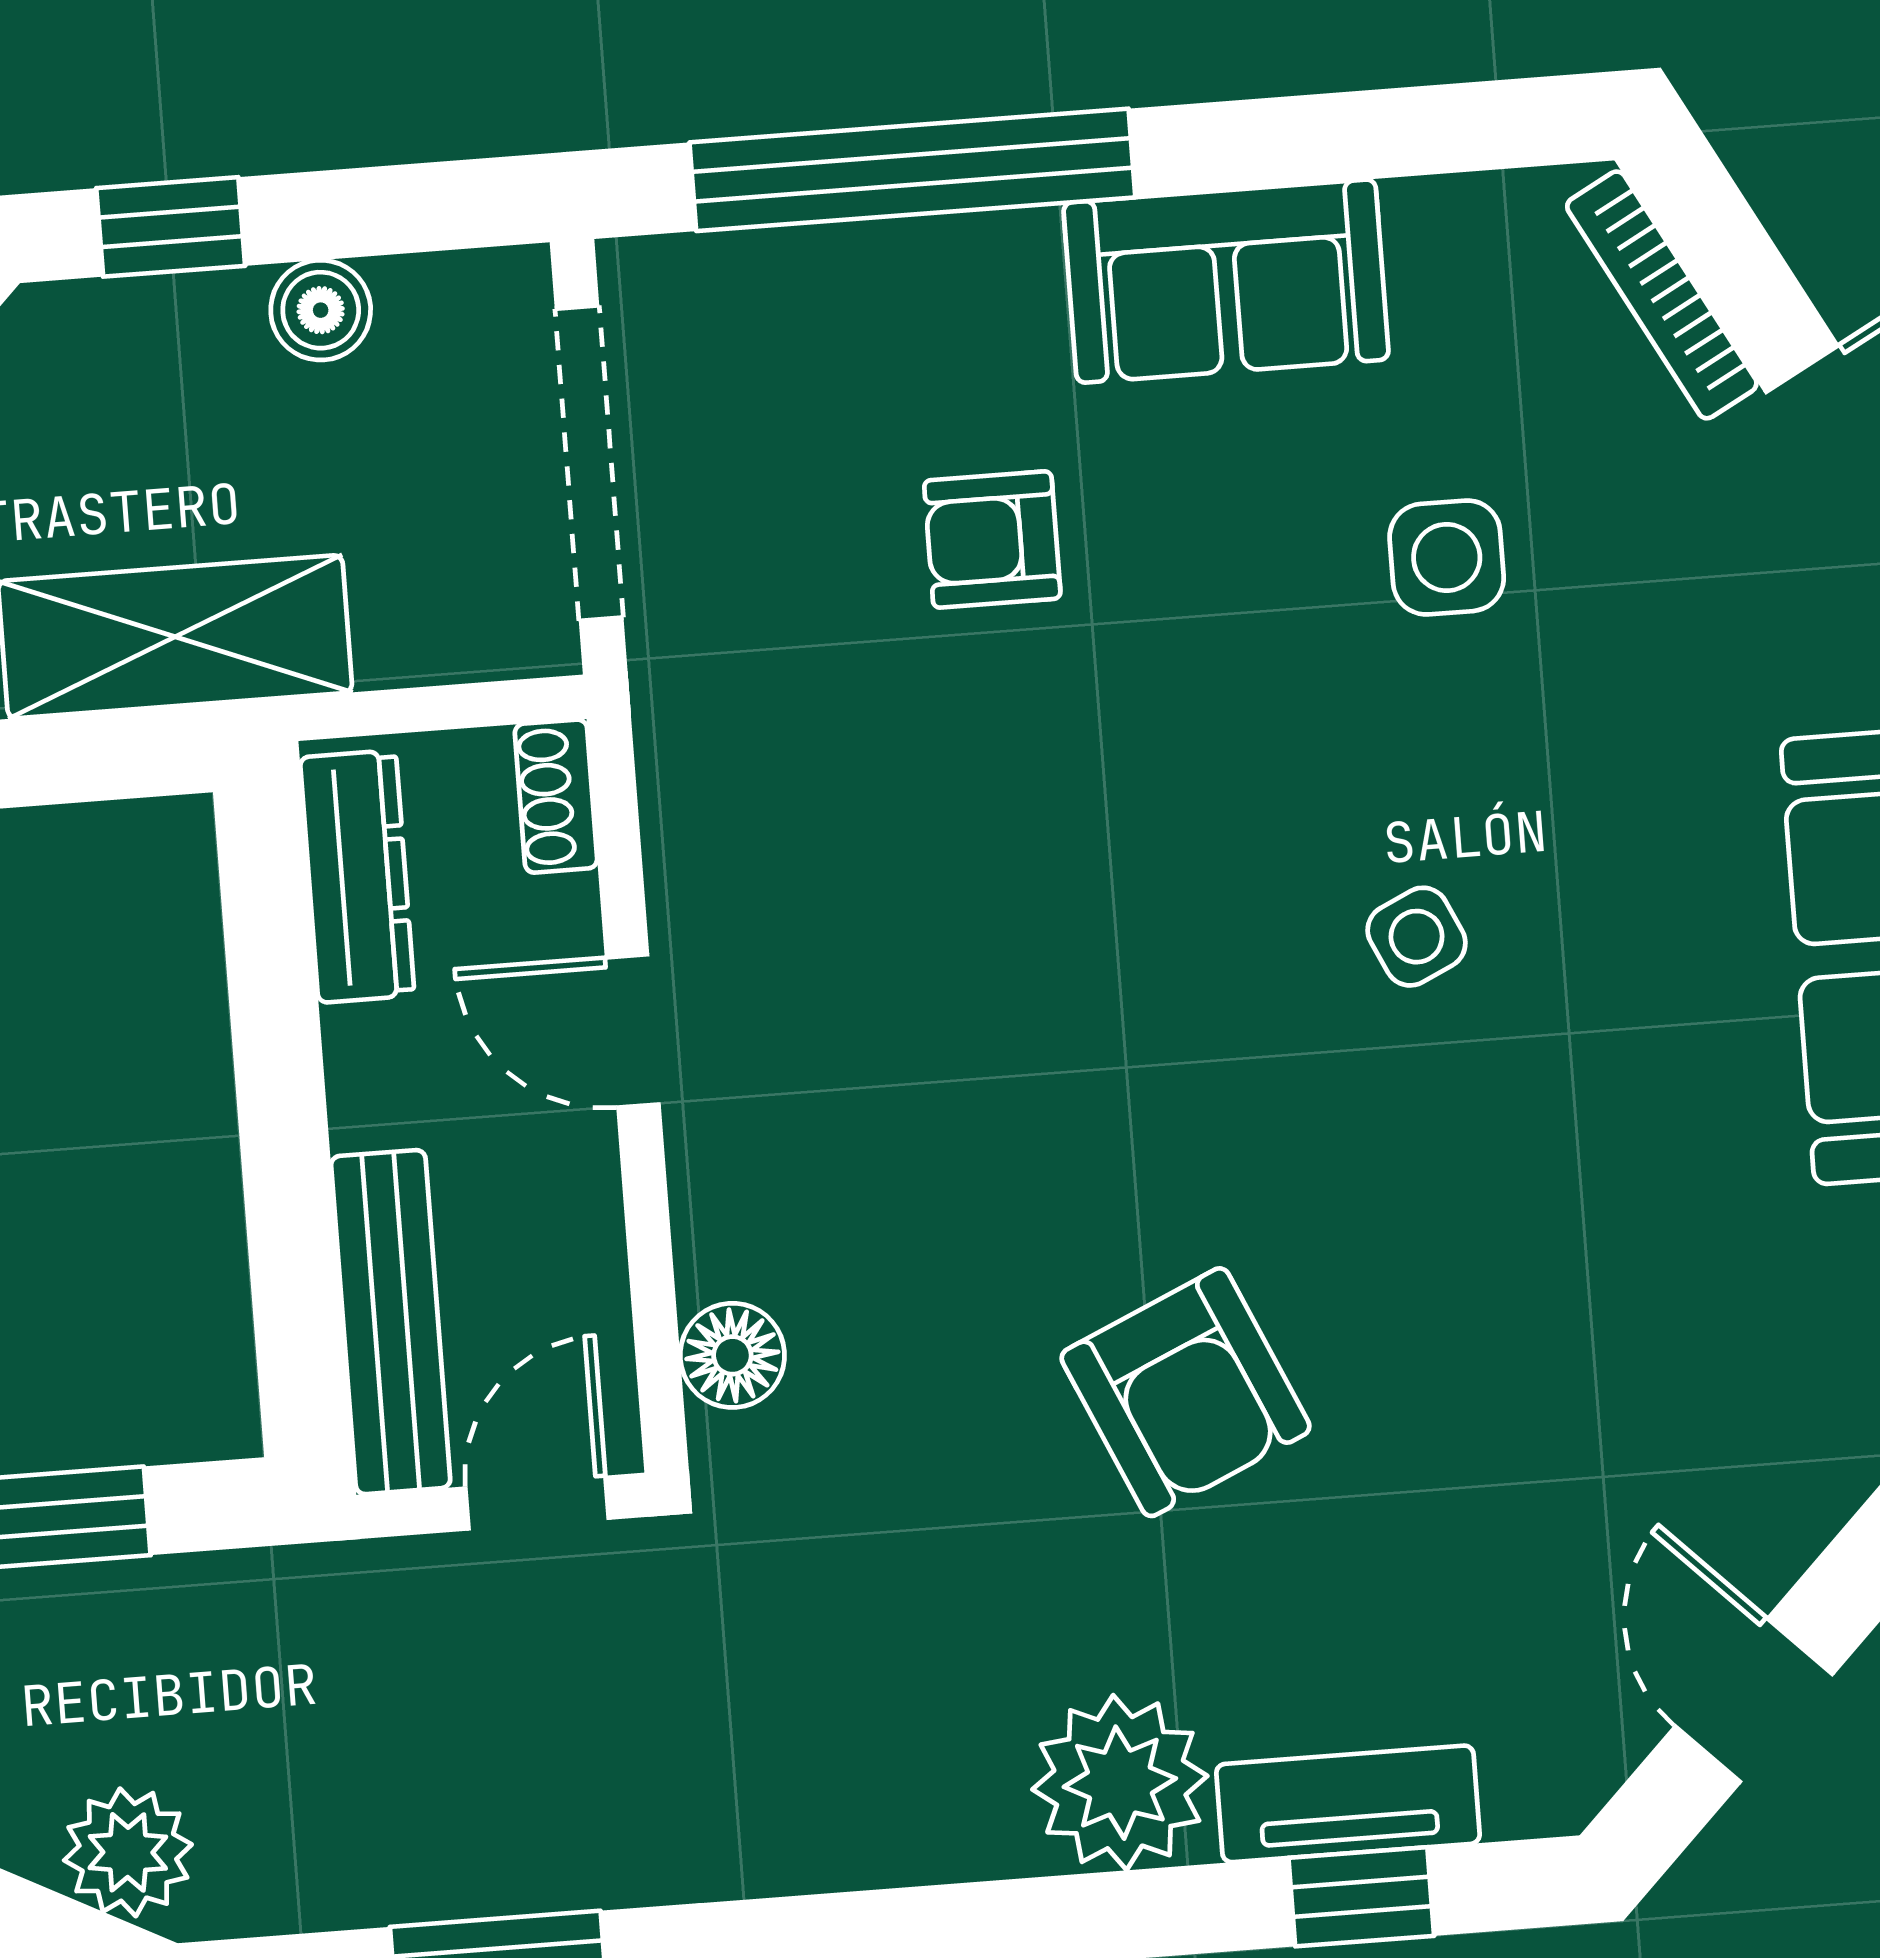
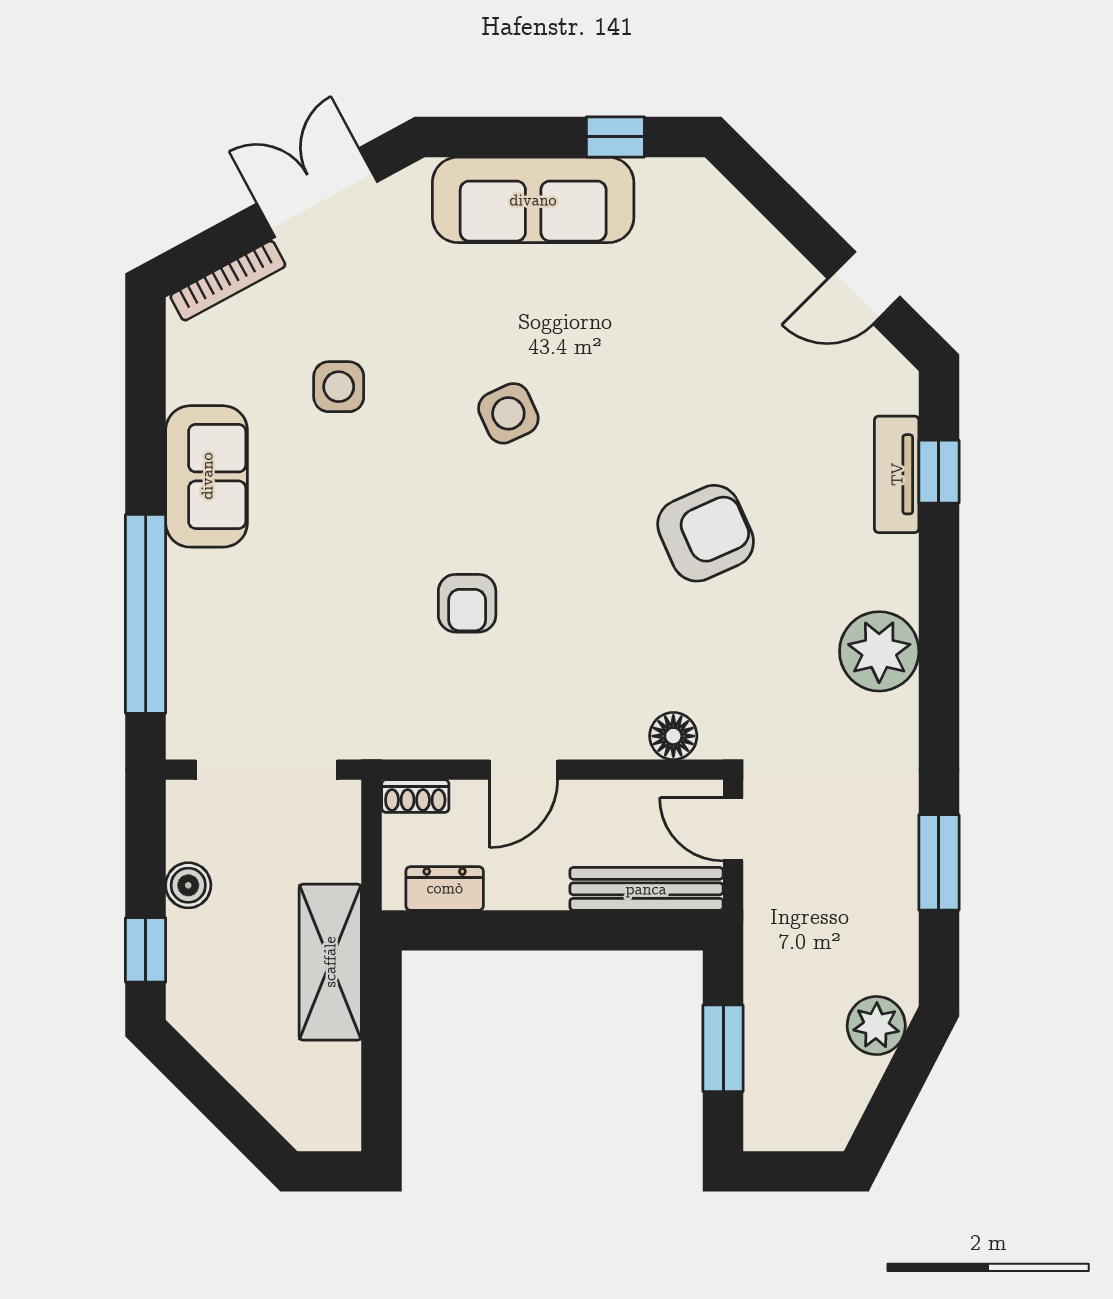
armchair: (992, 539) -> (467, 603), moved
dresser: (357, 876) -> (445, 888), width x0.70
side table: (1417, 937) -> (508, 413), width x1.37, depth x1.37
plant: (1120, 1783) -> (879, 651), moved

